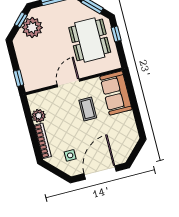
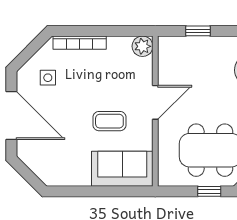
window: (19, 78) -> (198, 31), moved
door: (68, 83) -> (155, 102), hinge flipped
plant: (39, 116) -> (143, 46), moved

